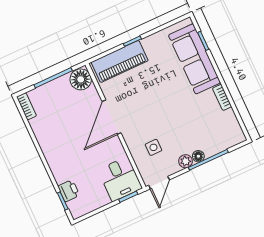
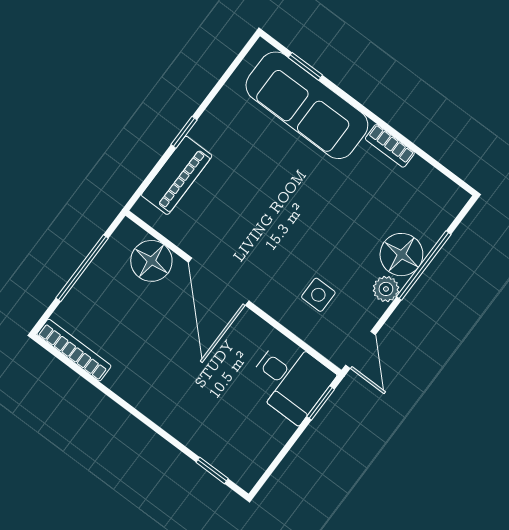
piano: (120, 61) -> (177, 175), width x0.73, depth x0.75
floor lamp: (81, 79) -> (151, 261), moved
bookcase: (26, 106) -> (74, 350), width x1.56
floor lamp: (198, 156) -> (401, 255), width x1.89, depth x1.89
printer: (69, 191) -> (213, 447), removed

